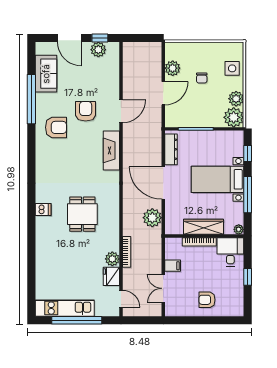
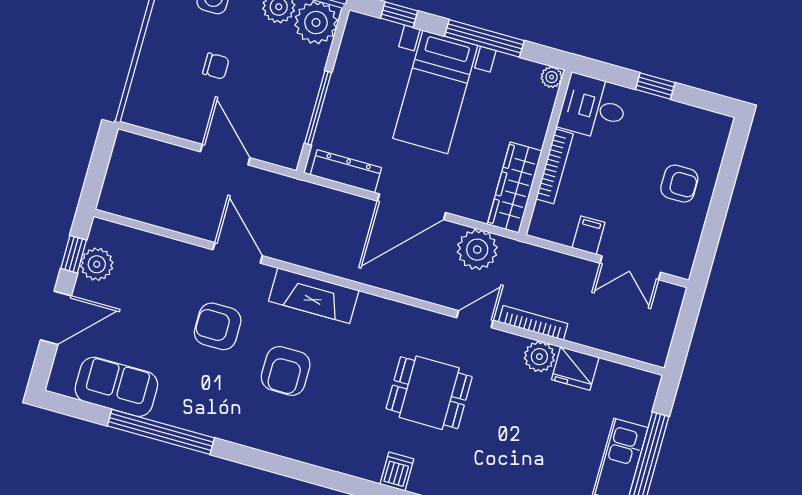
plant: (173, 68) -> (178, 121), removed
armchair: (56, 127) -> (286, 371), moved, turned 180
wardrobe: (204, 227) -> (515, 188), moved
door: (121, 299) -> (475, 319), moved
armchair: (207, 300) -> (679, 184), turned -90

